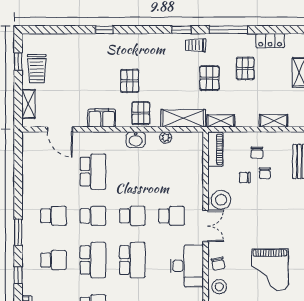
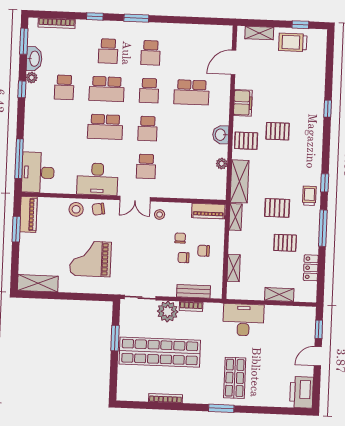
stool: (221, 200) -> (160, 215), width x0.53, depth x0.53

